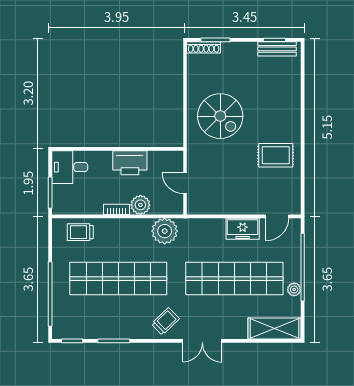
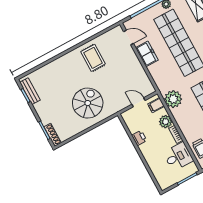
printer: (130, 163) -> (139, 138), width x0.53, depth x0.68
desk: (70, 167) -> (178, 157), moved, turned -90
door: (185, 183) -> (139, 102), swing flipped
filing cabinet: (169, 204) -> (156, 105), added

